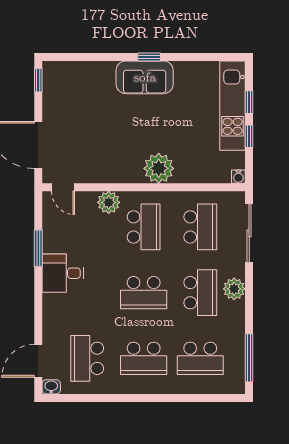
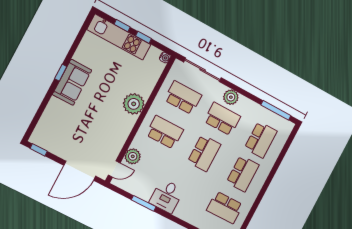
plant: (109, 202) -> (133, 156), moved

